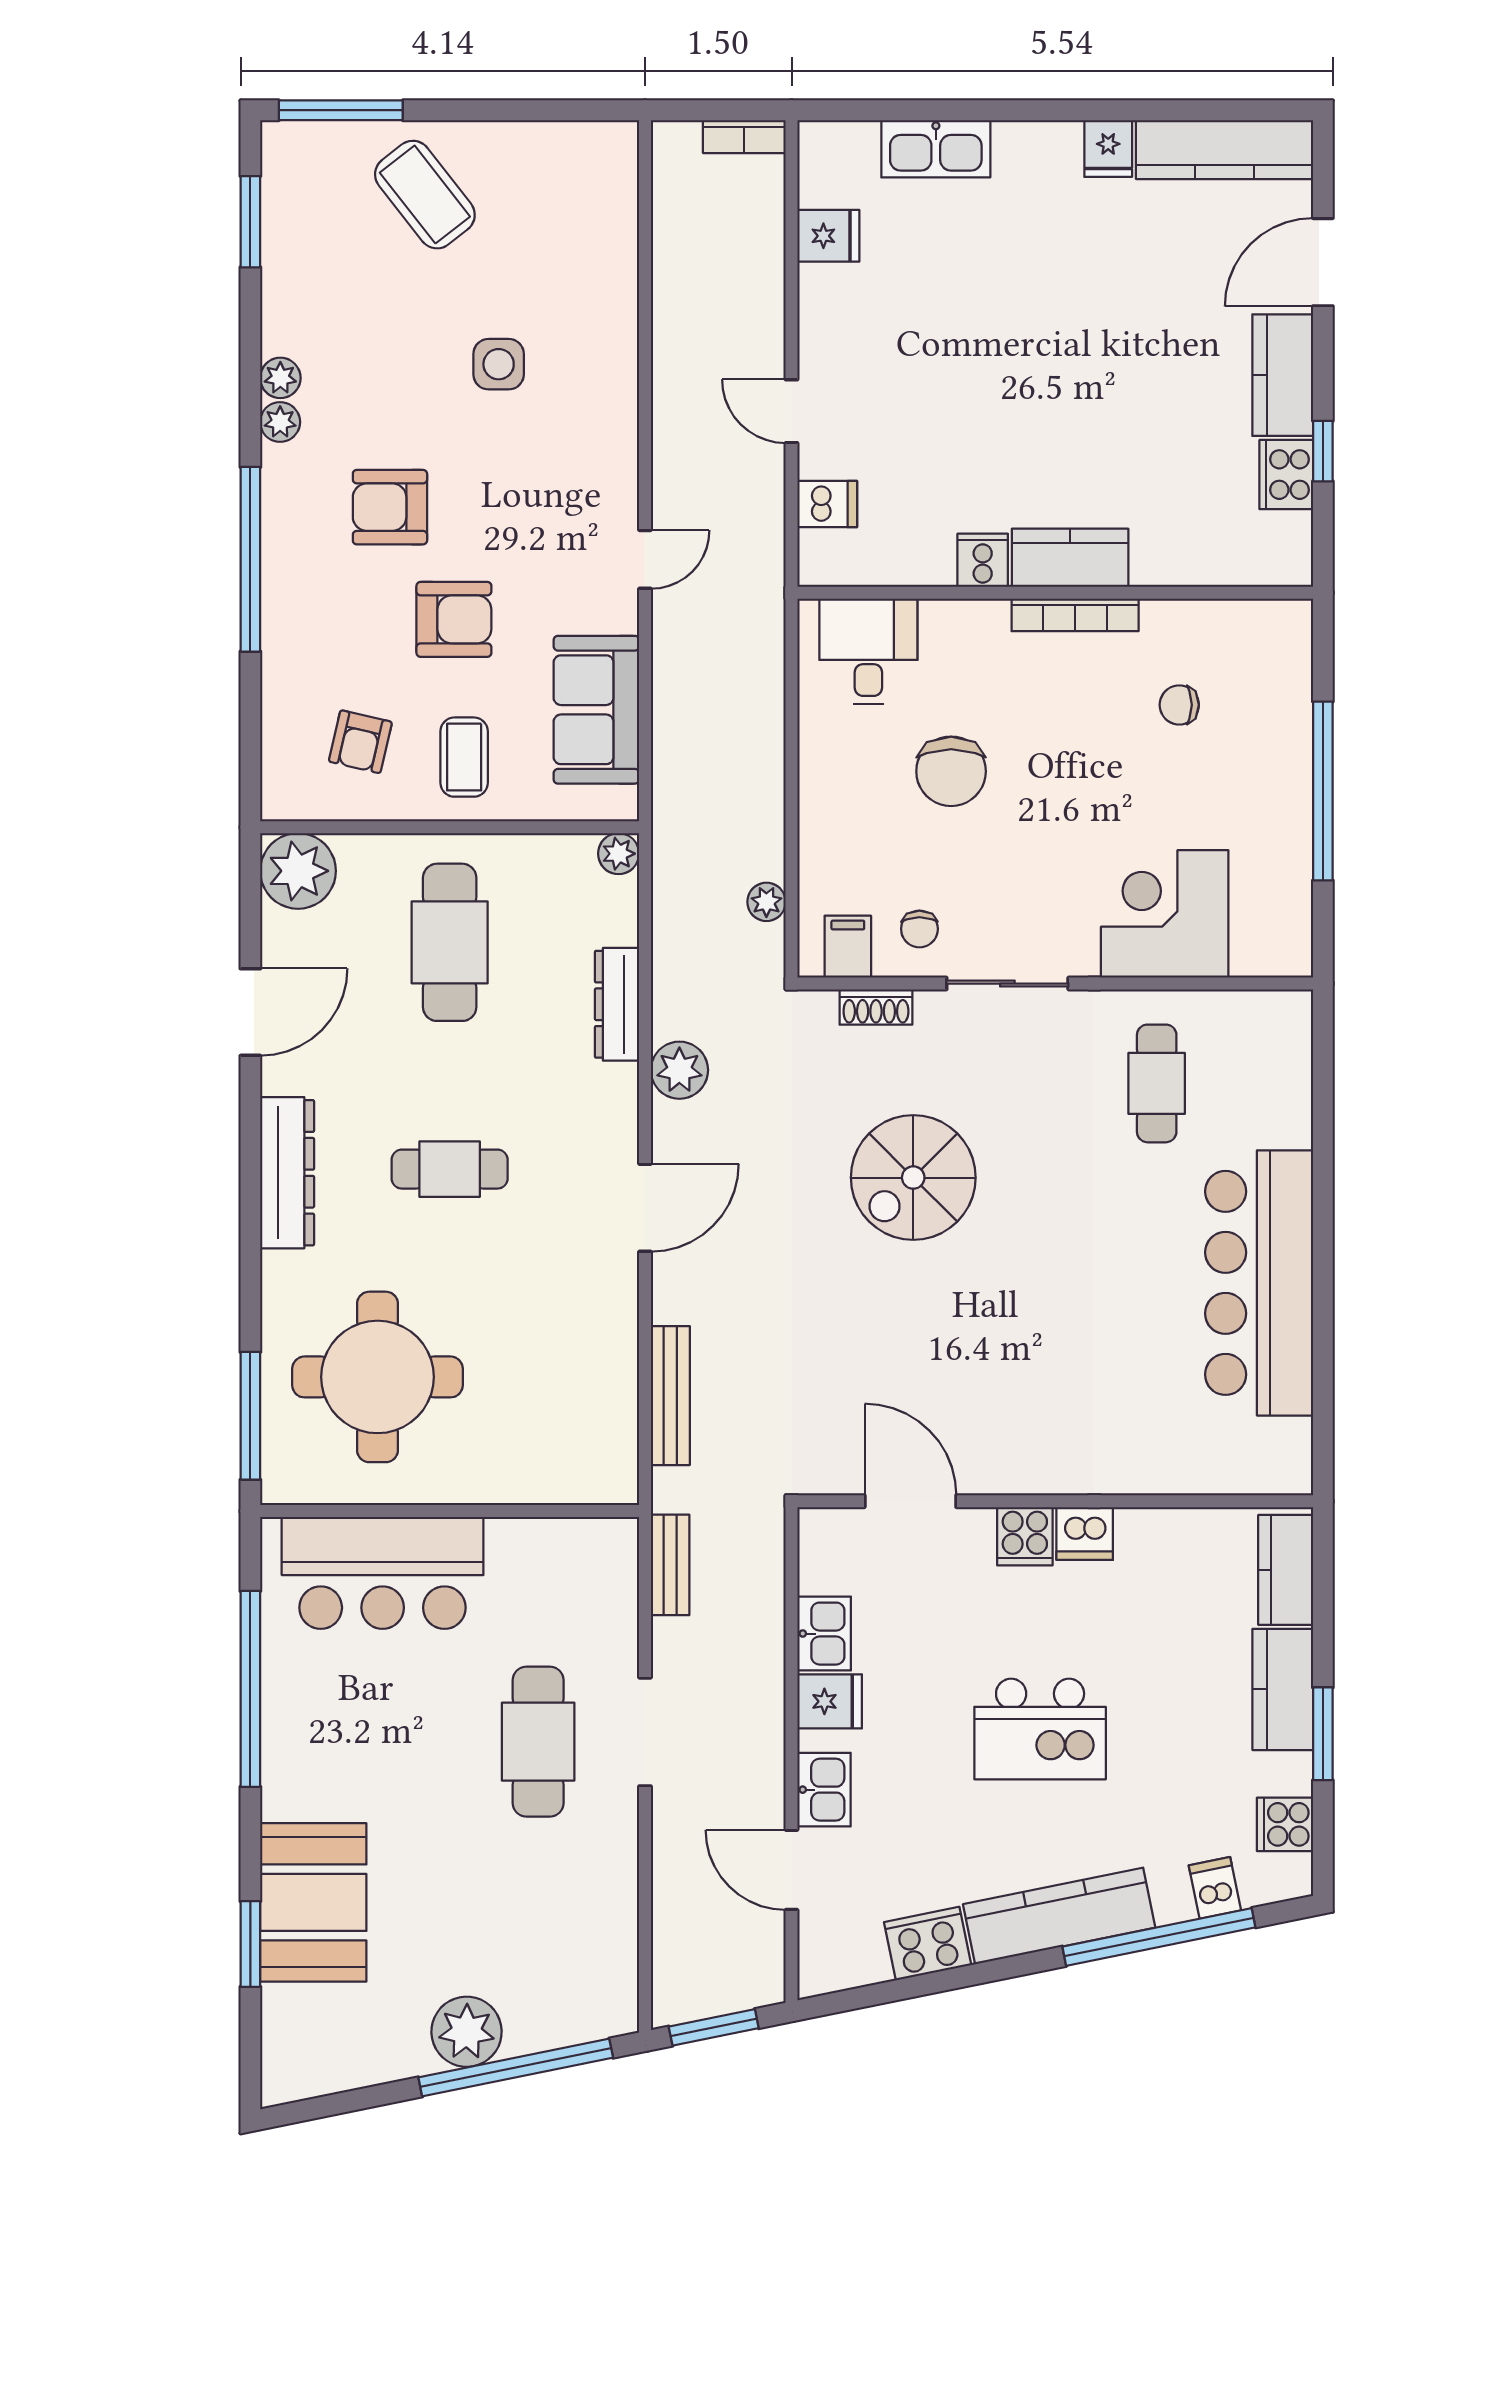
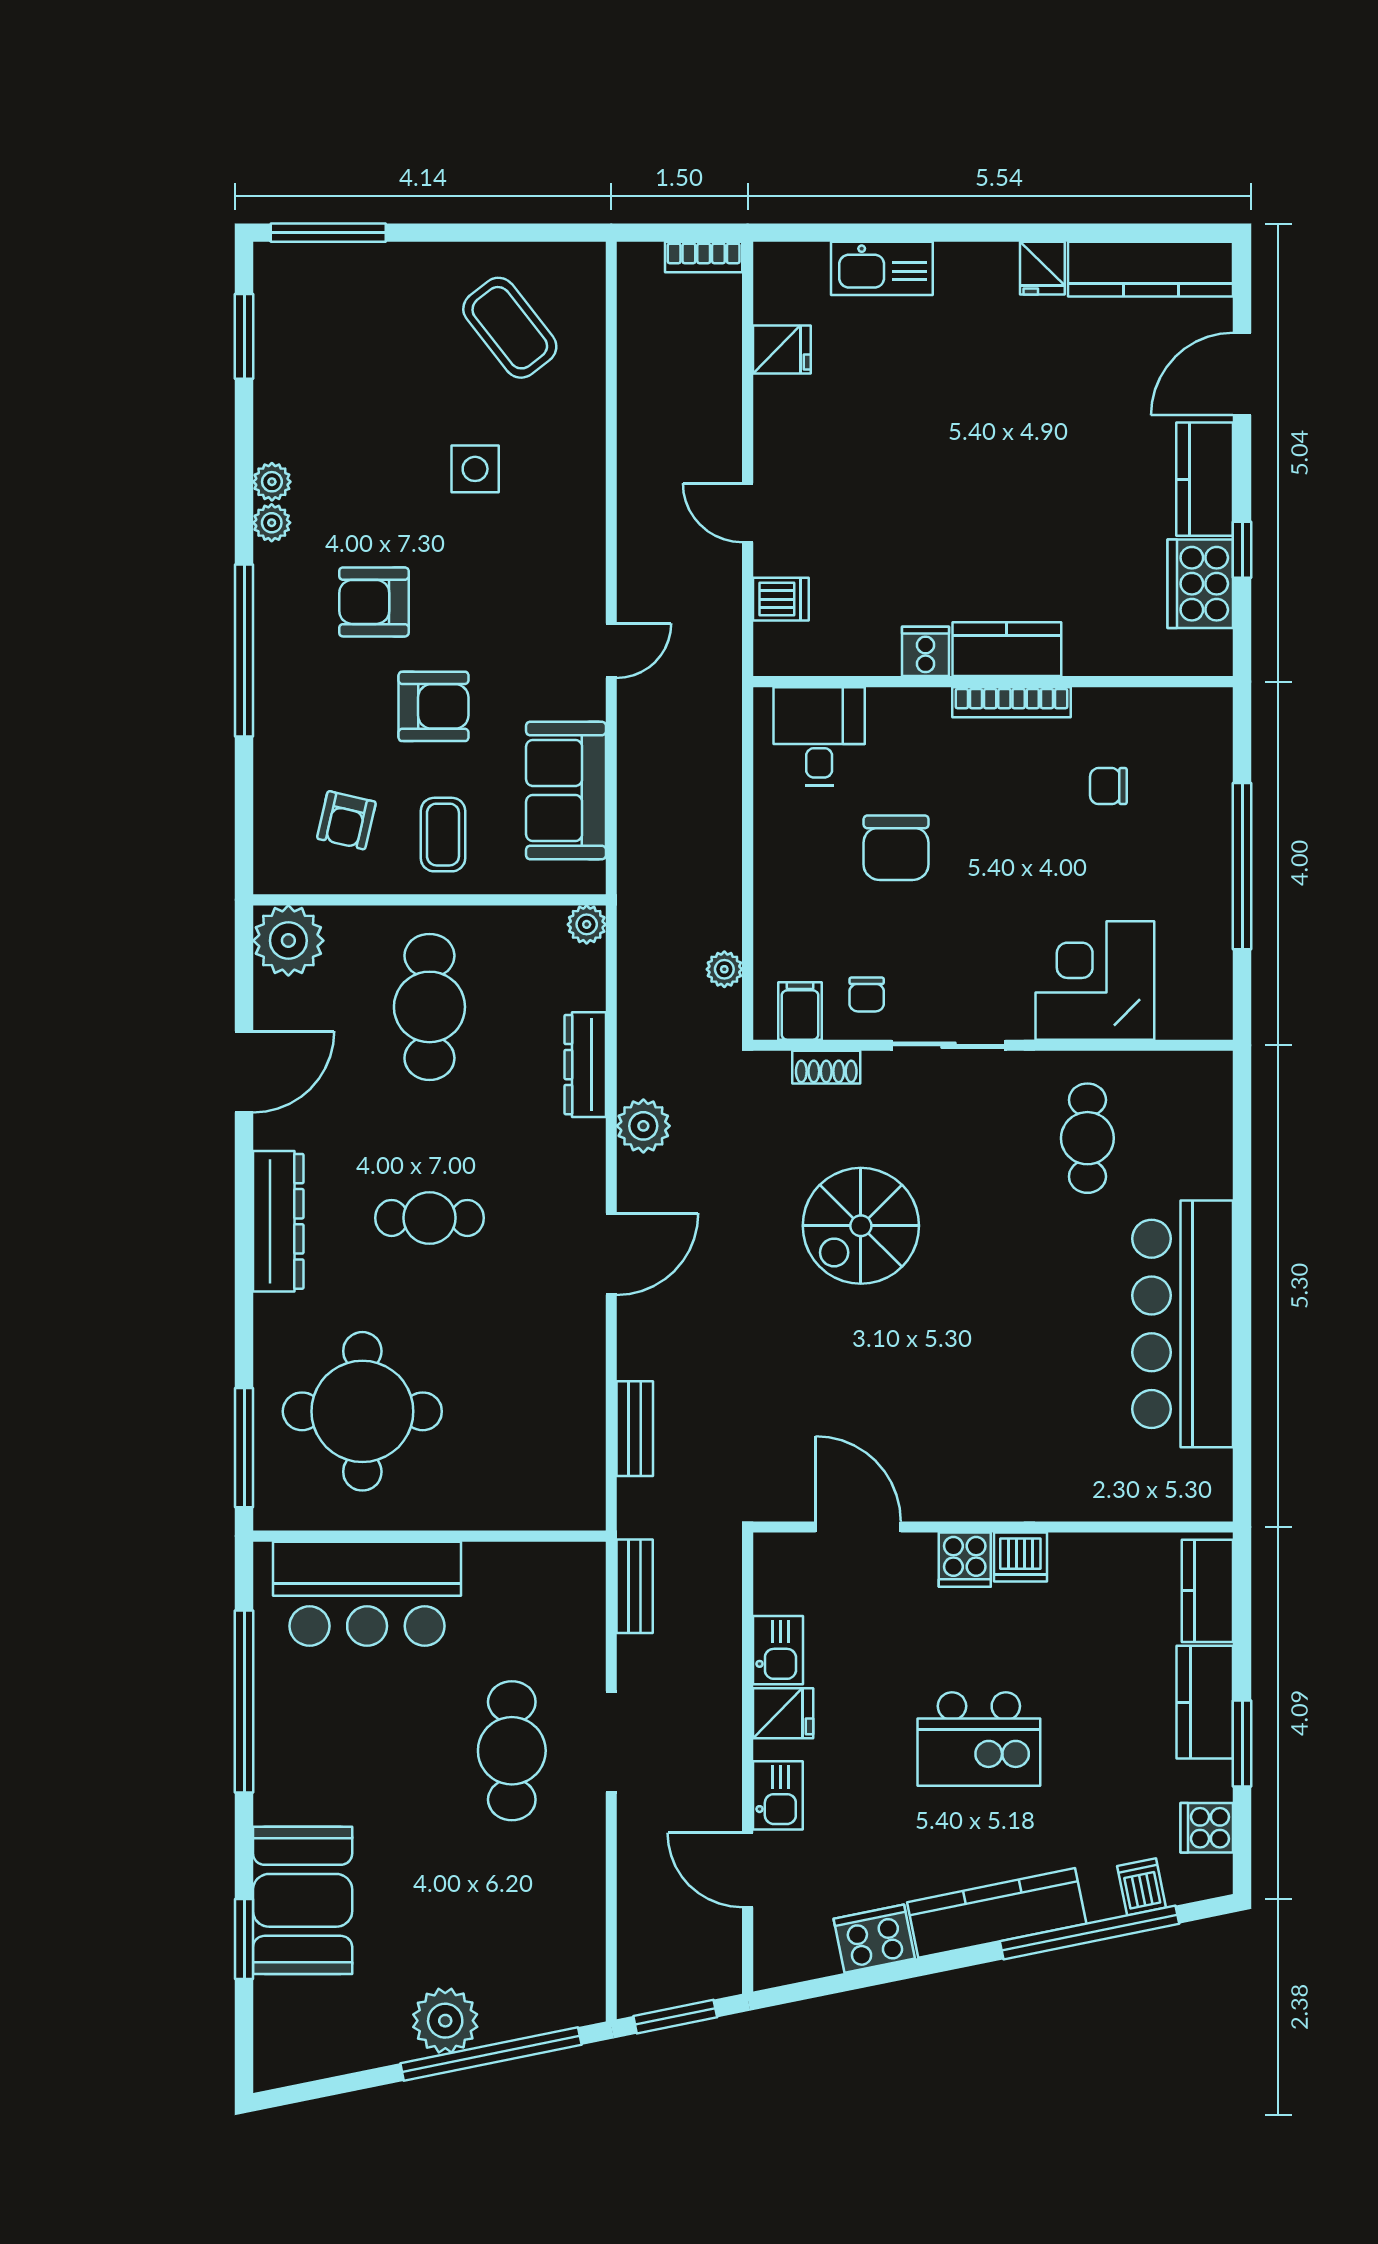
coffee table: (425, 195) -> (510, 328), moved
cooker: (1286, 475) -> (1200, 584), width x1.37, depth x1.31
bench: (670, 1396) -> (635, 1429), width x0.73

